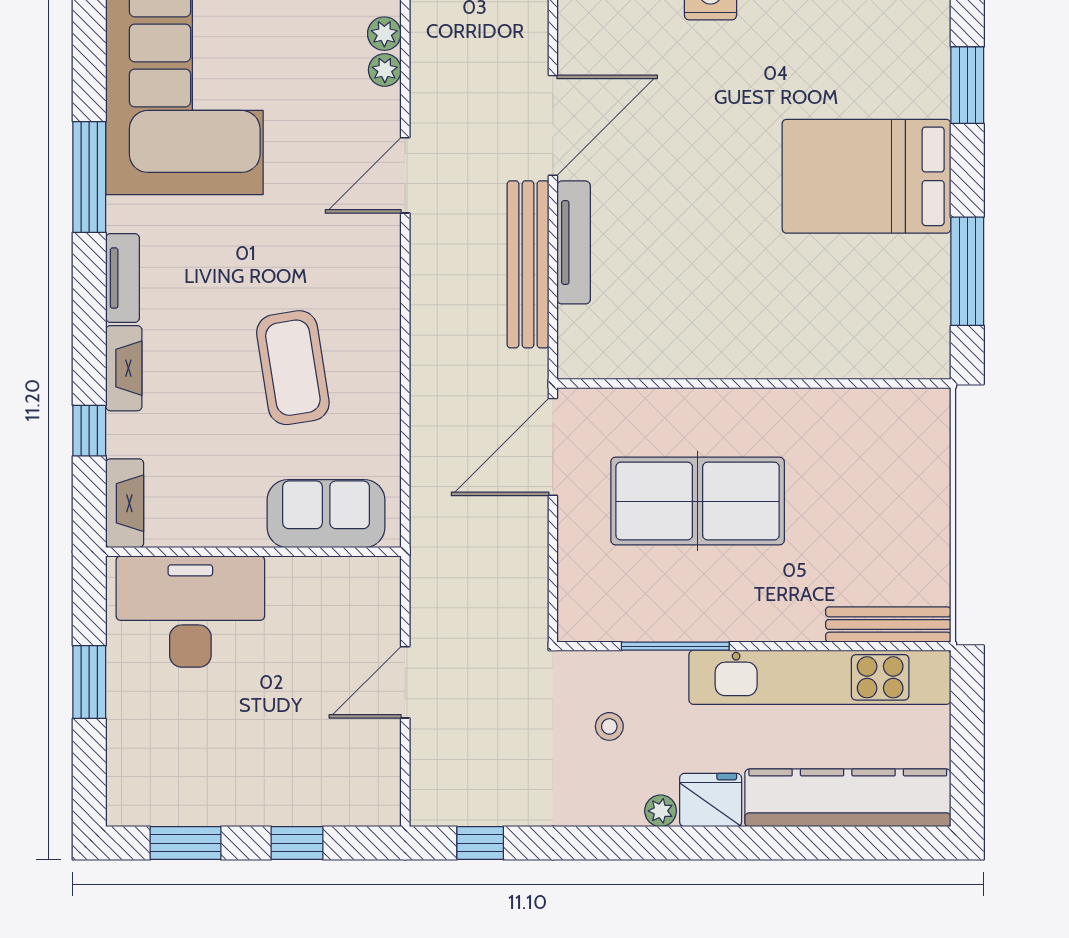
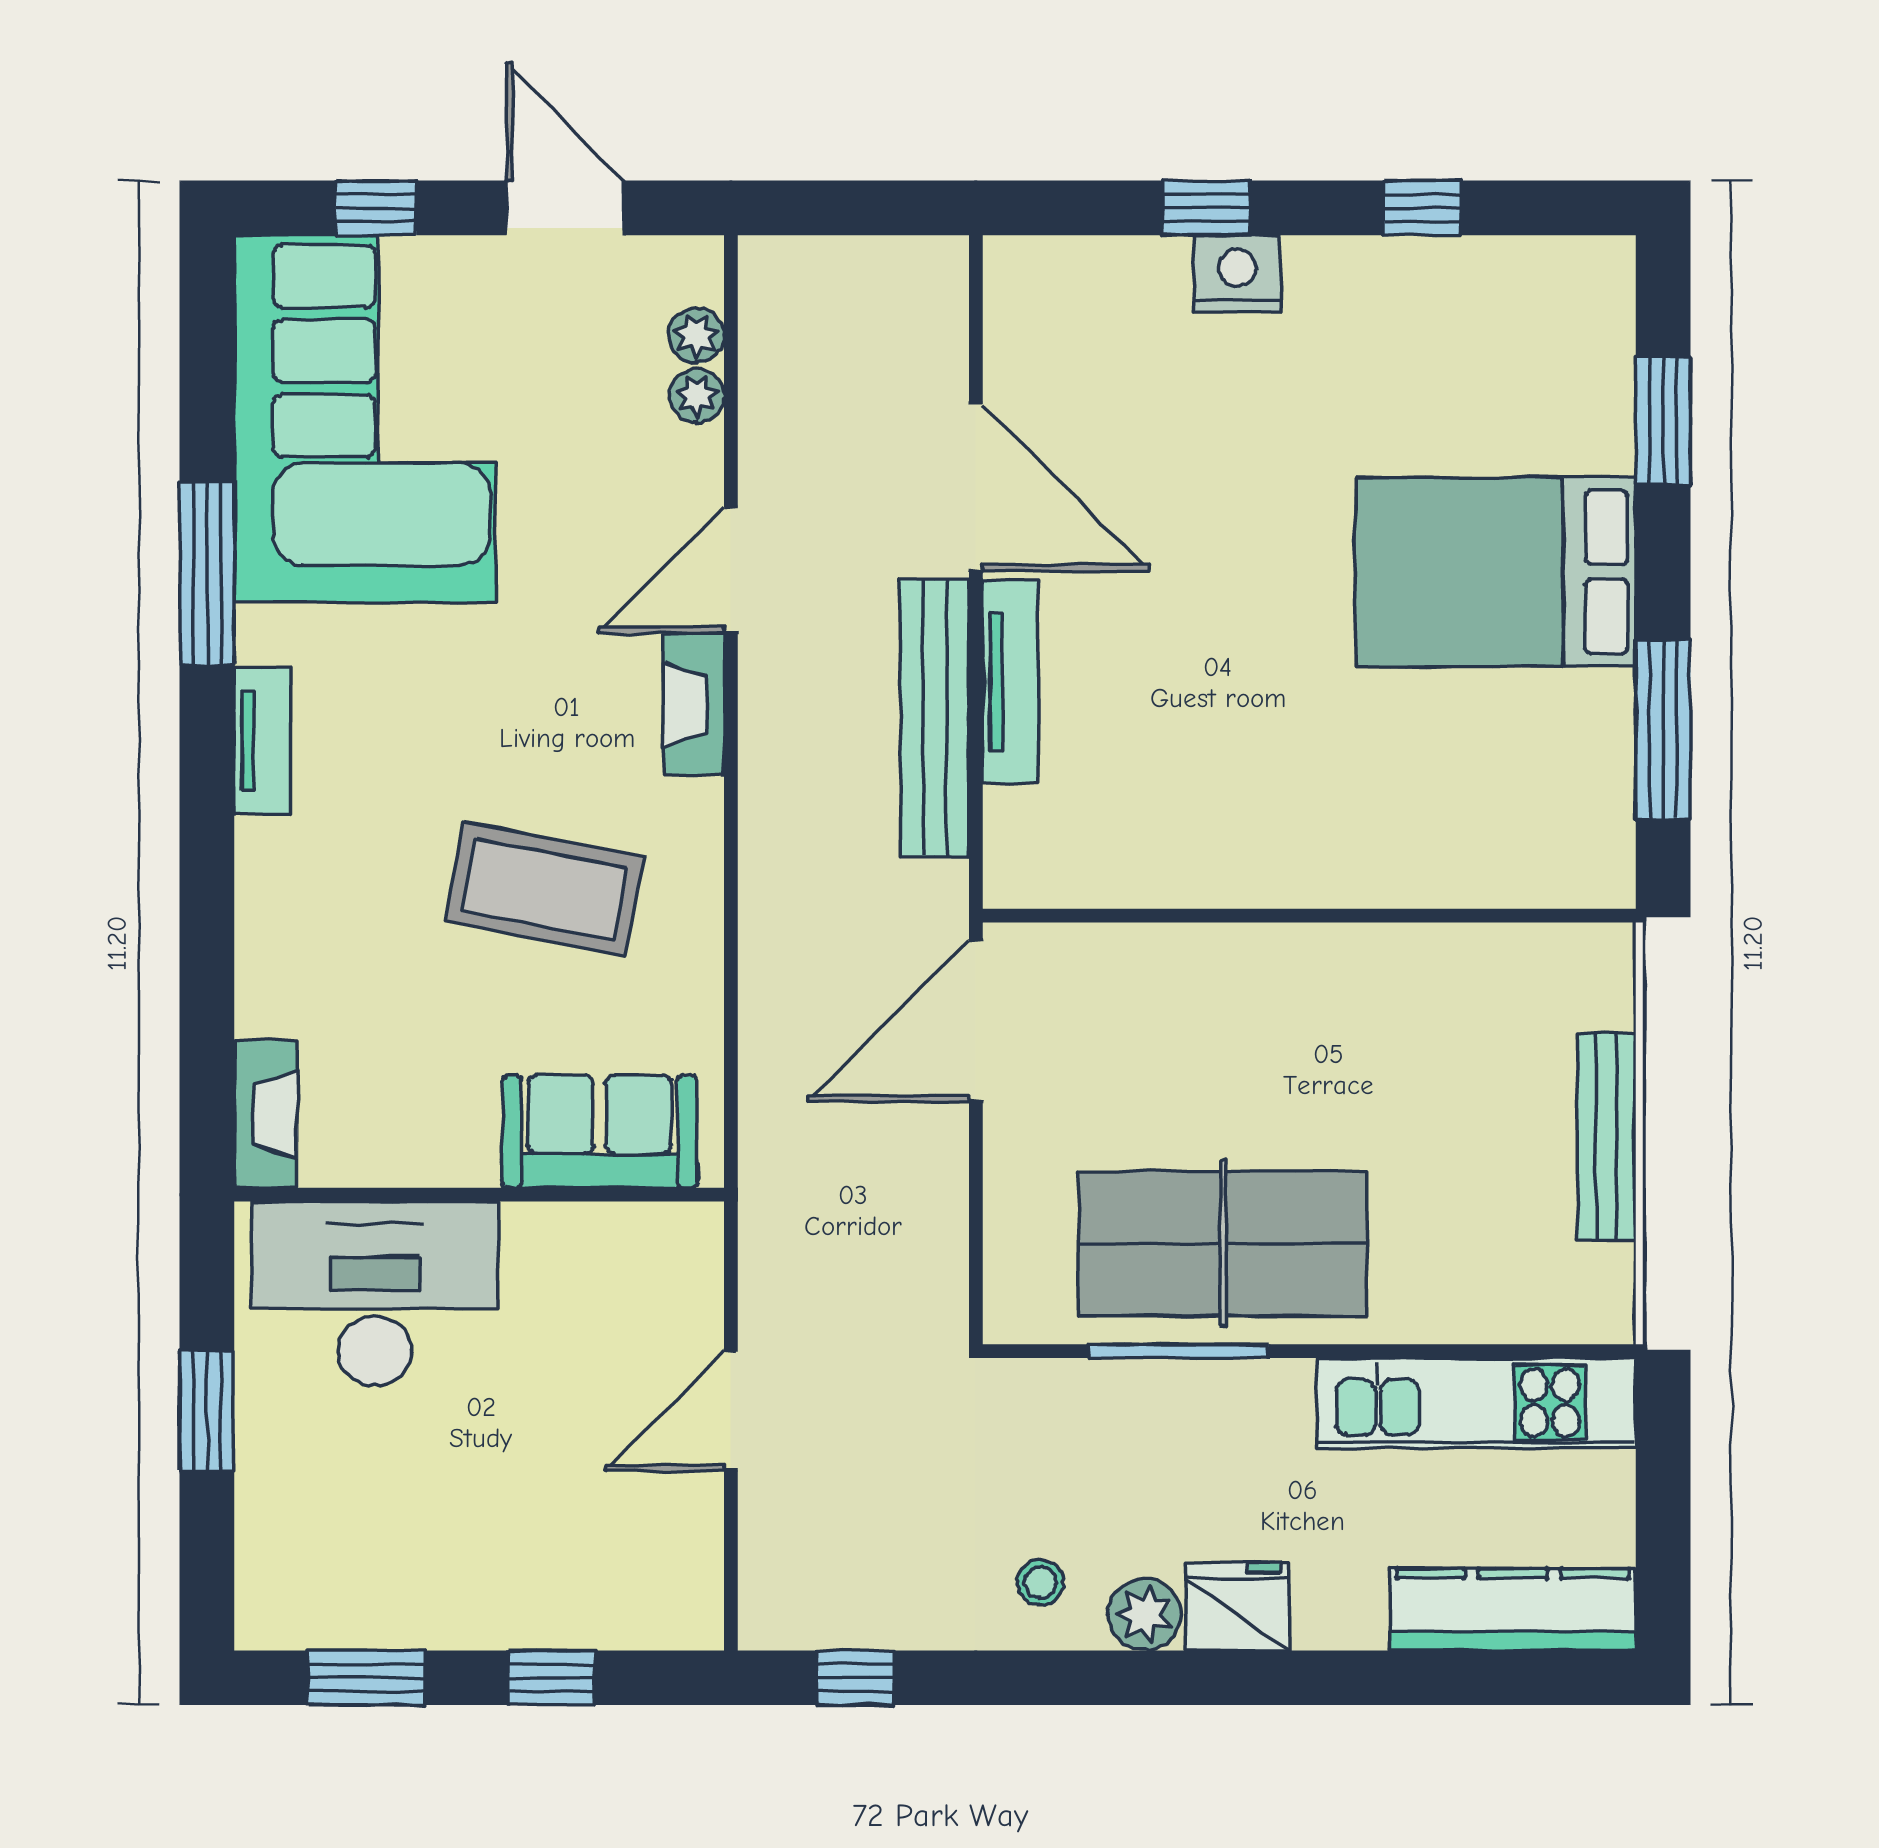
door: (553, 125) -> (976, 487), hinge flipped
fireplace: (124, 368) -> (694, 704), moved, turned 180
coffee table: (293, 368) -> (545, 889), turned -70
window: (89, 431) -> (207, 994), removed
table tennis table: (698, 501) -> (1223, 1244), moved
bench: (888, 625) -> (1607, 1137), moved, turned 90
kitchen unit: (820, 677) -> (1477, 1403), width x0.73
stool: (609, 726) -> (1040, 1582), moved
kitchen counter: (848, 798) -> (1513, 1610), width x0.72, depth x0.86
plant: (661, 811) -> (1145, 1614), width x1.38, depth x1.38

